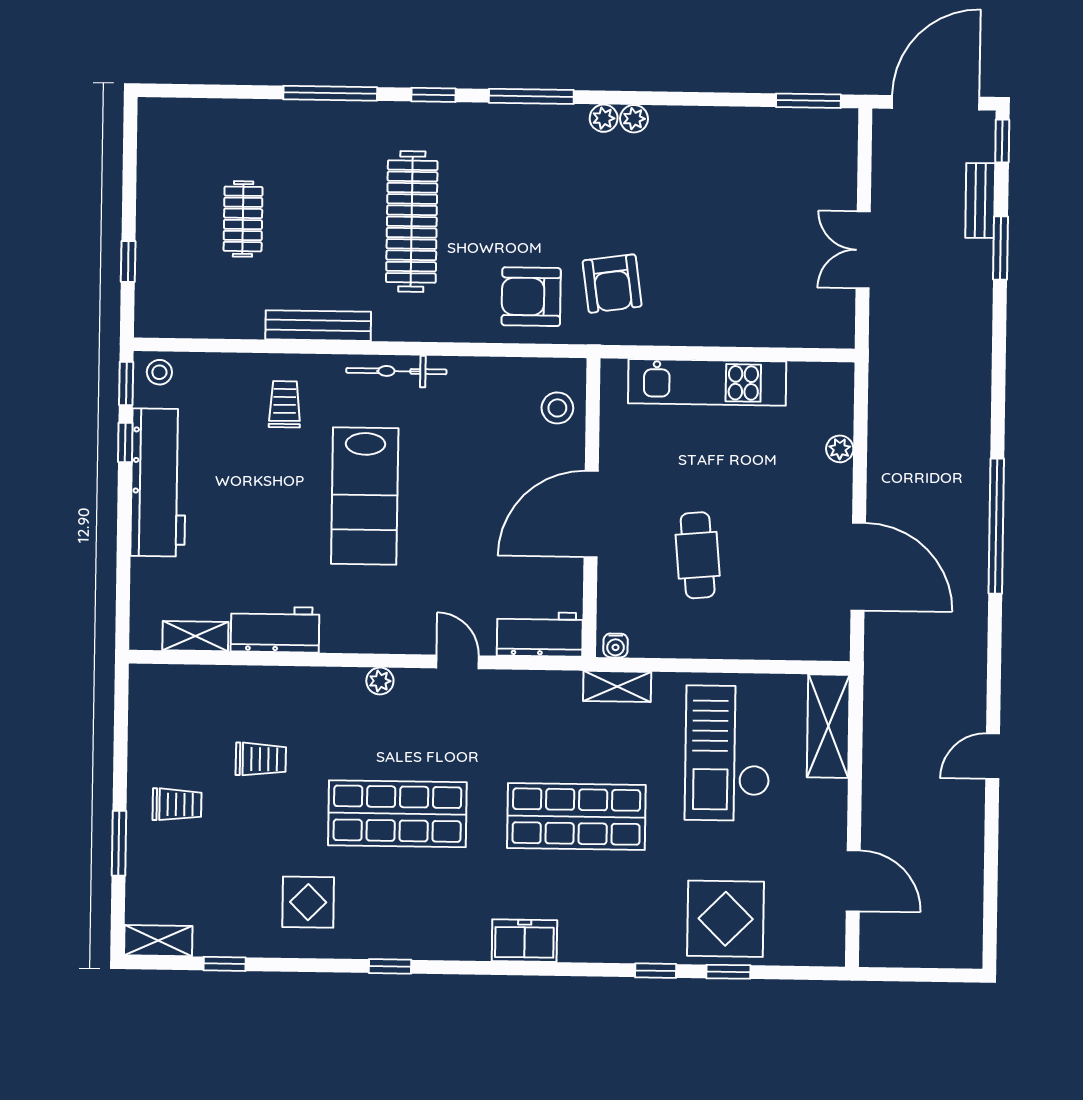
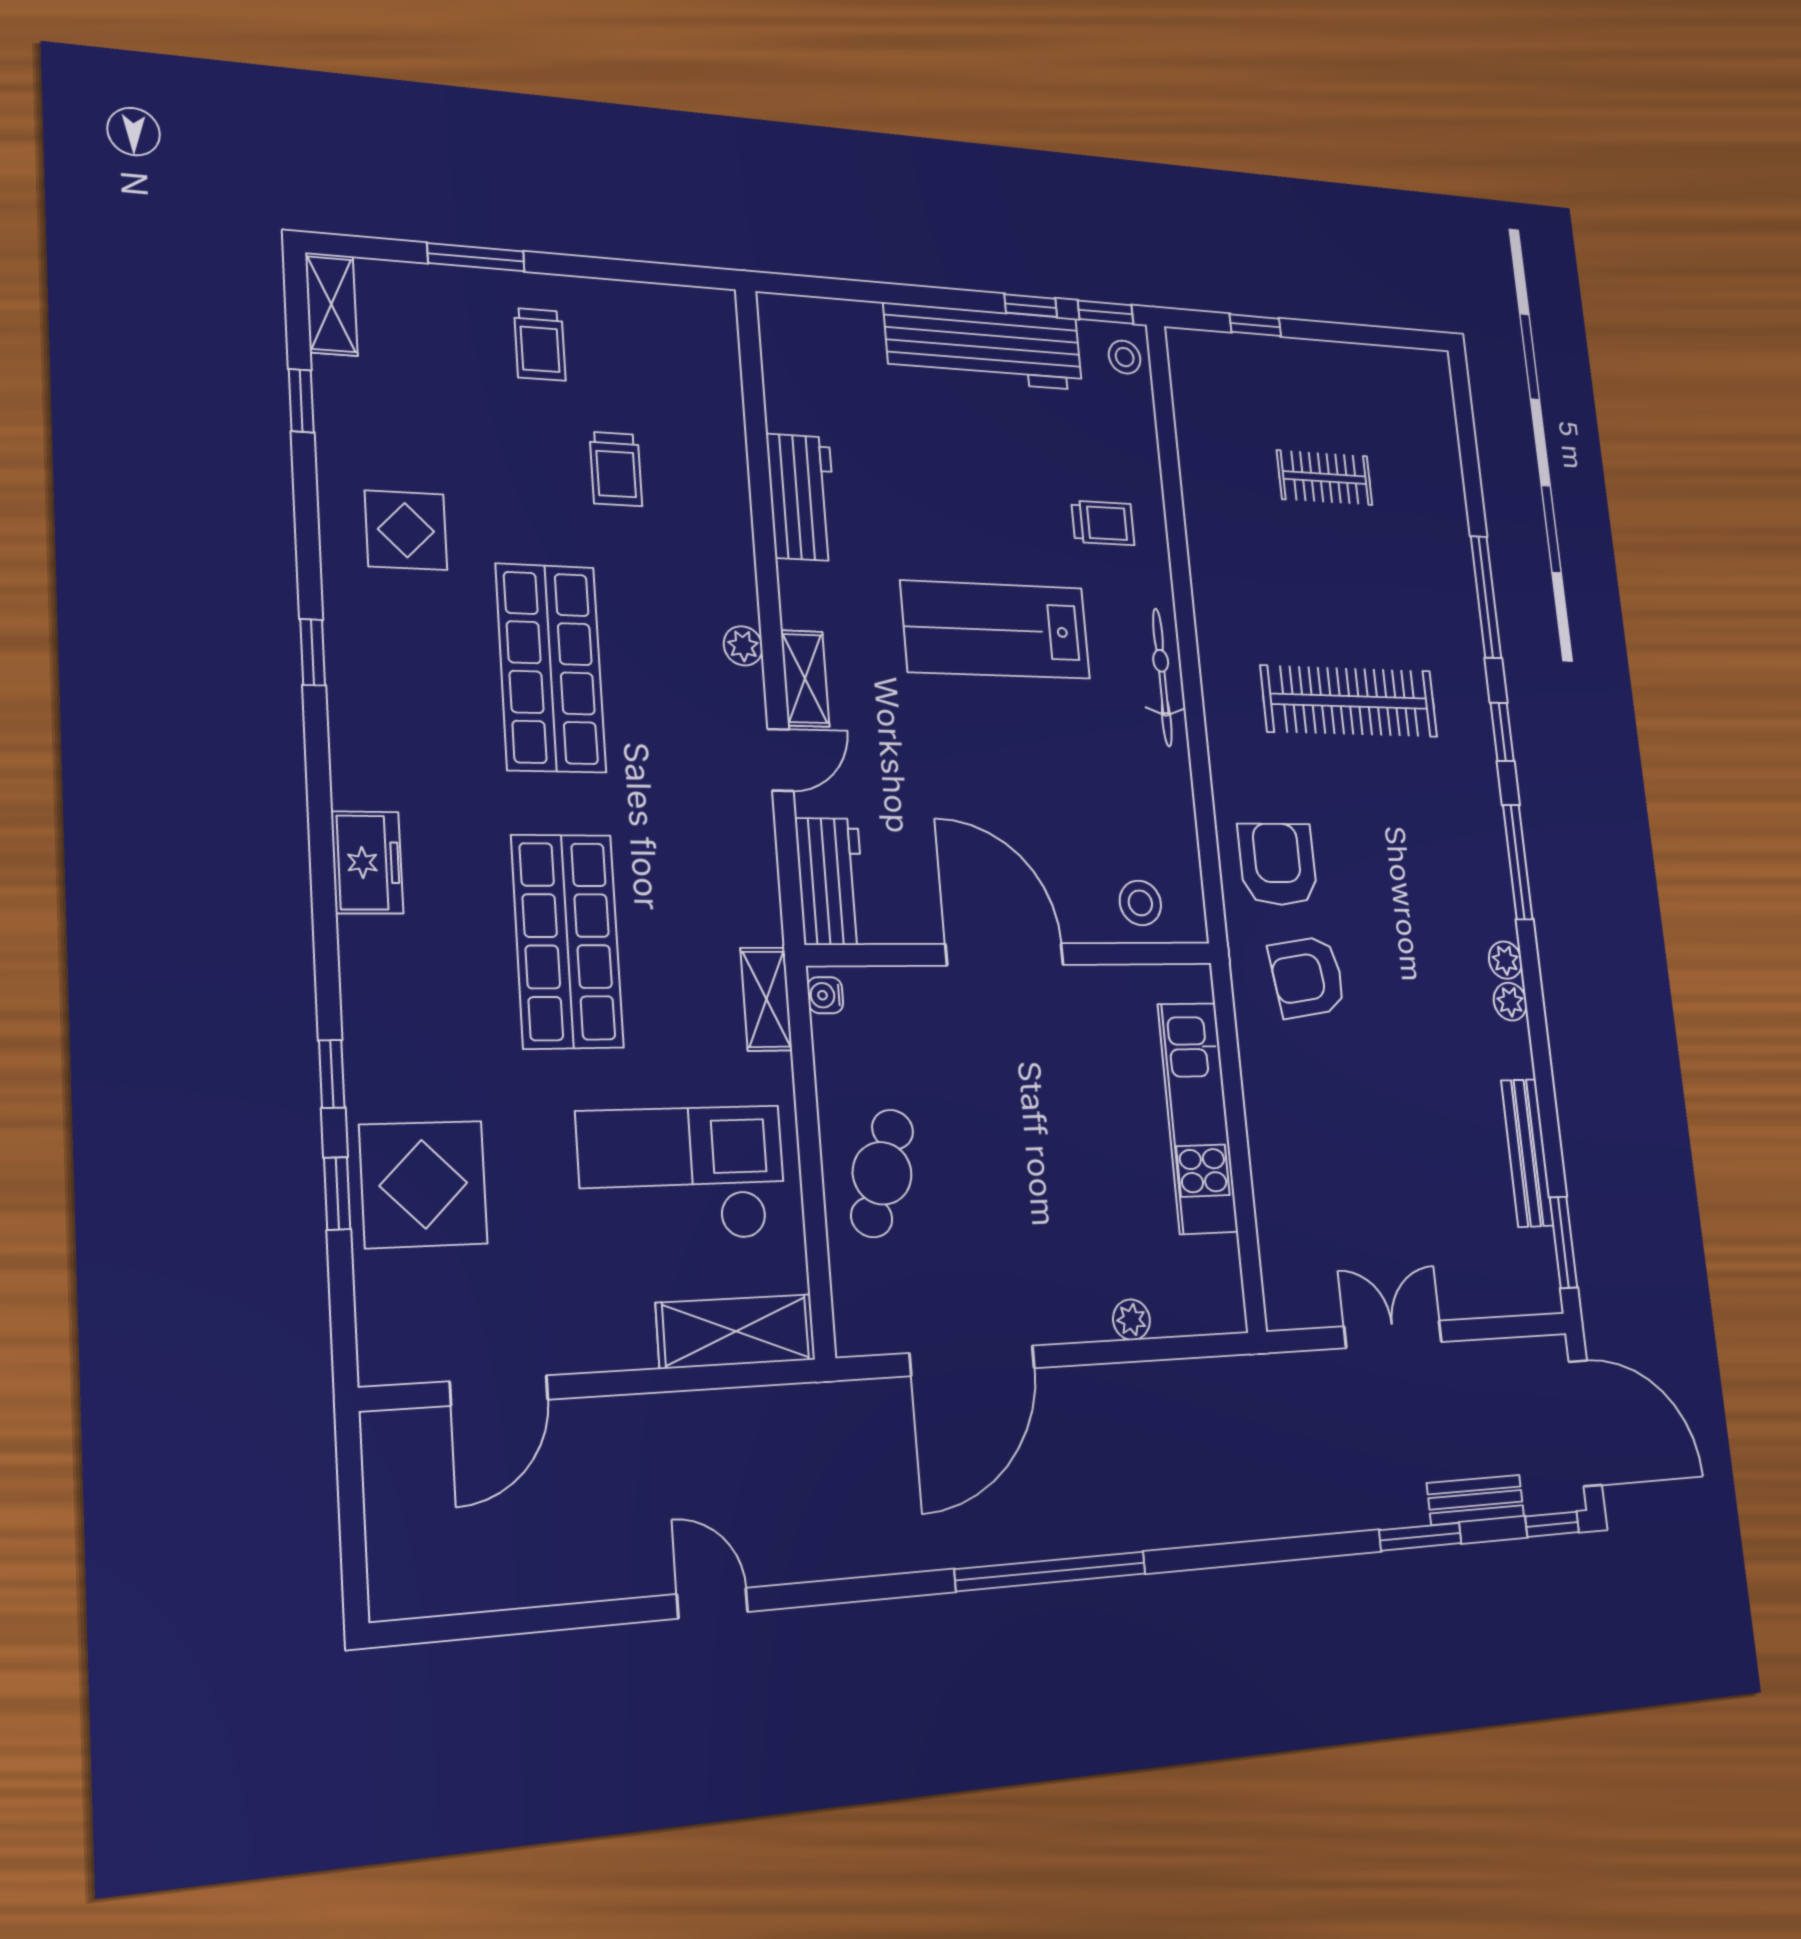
bench: (318, 326) -> (1527, 1153), moved
cafe table: (698, 555) -> (882, 1173), moved, turned -66
shelving: (195, 636) -> (805, 678), moved

